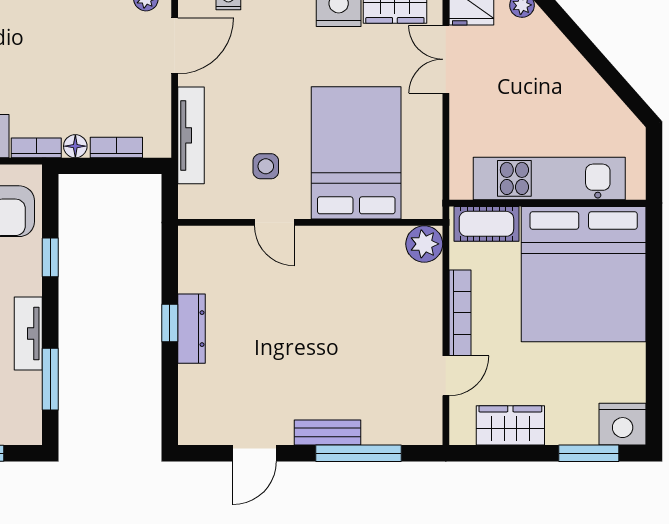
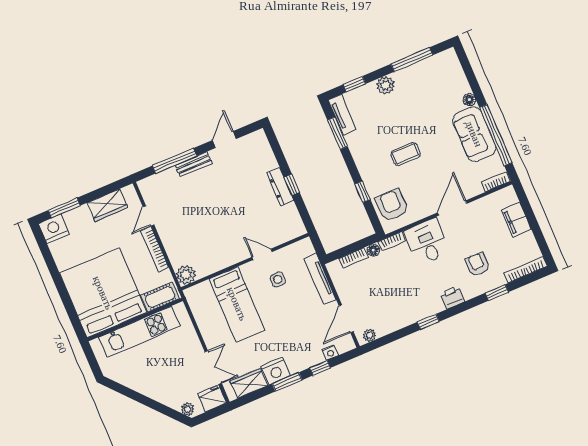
bed: (356, 153) -> (237, 304), width x0.67
tv unit: (28, 333) -> (342, 115), moved

